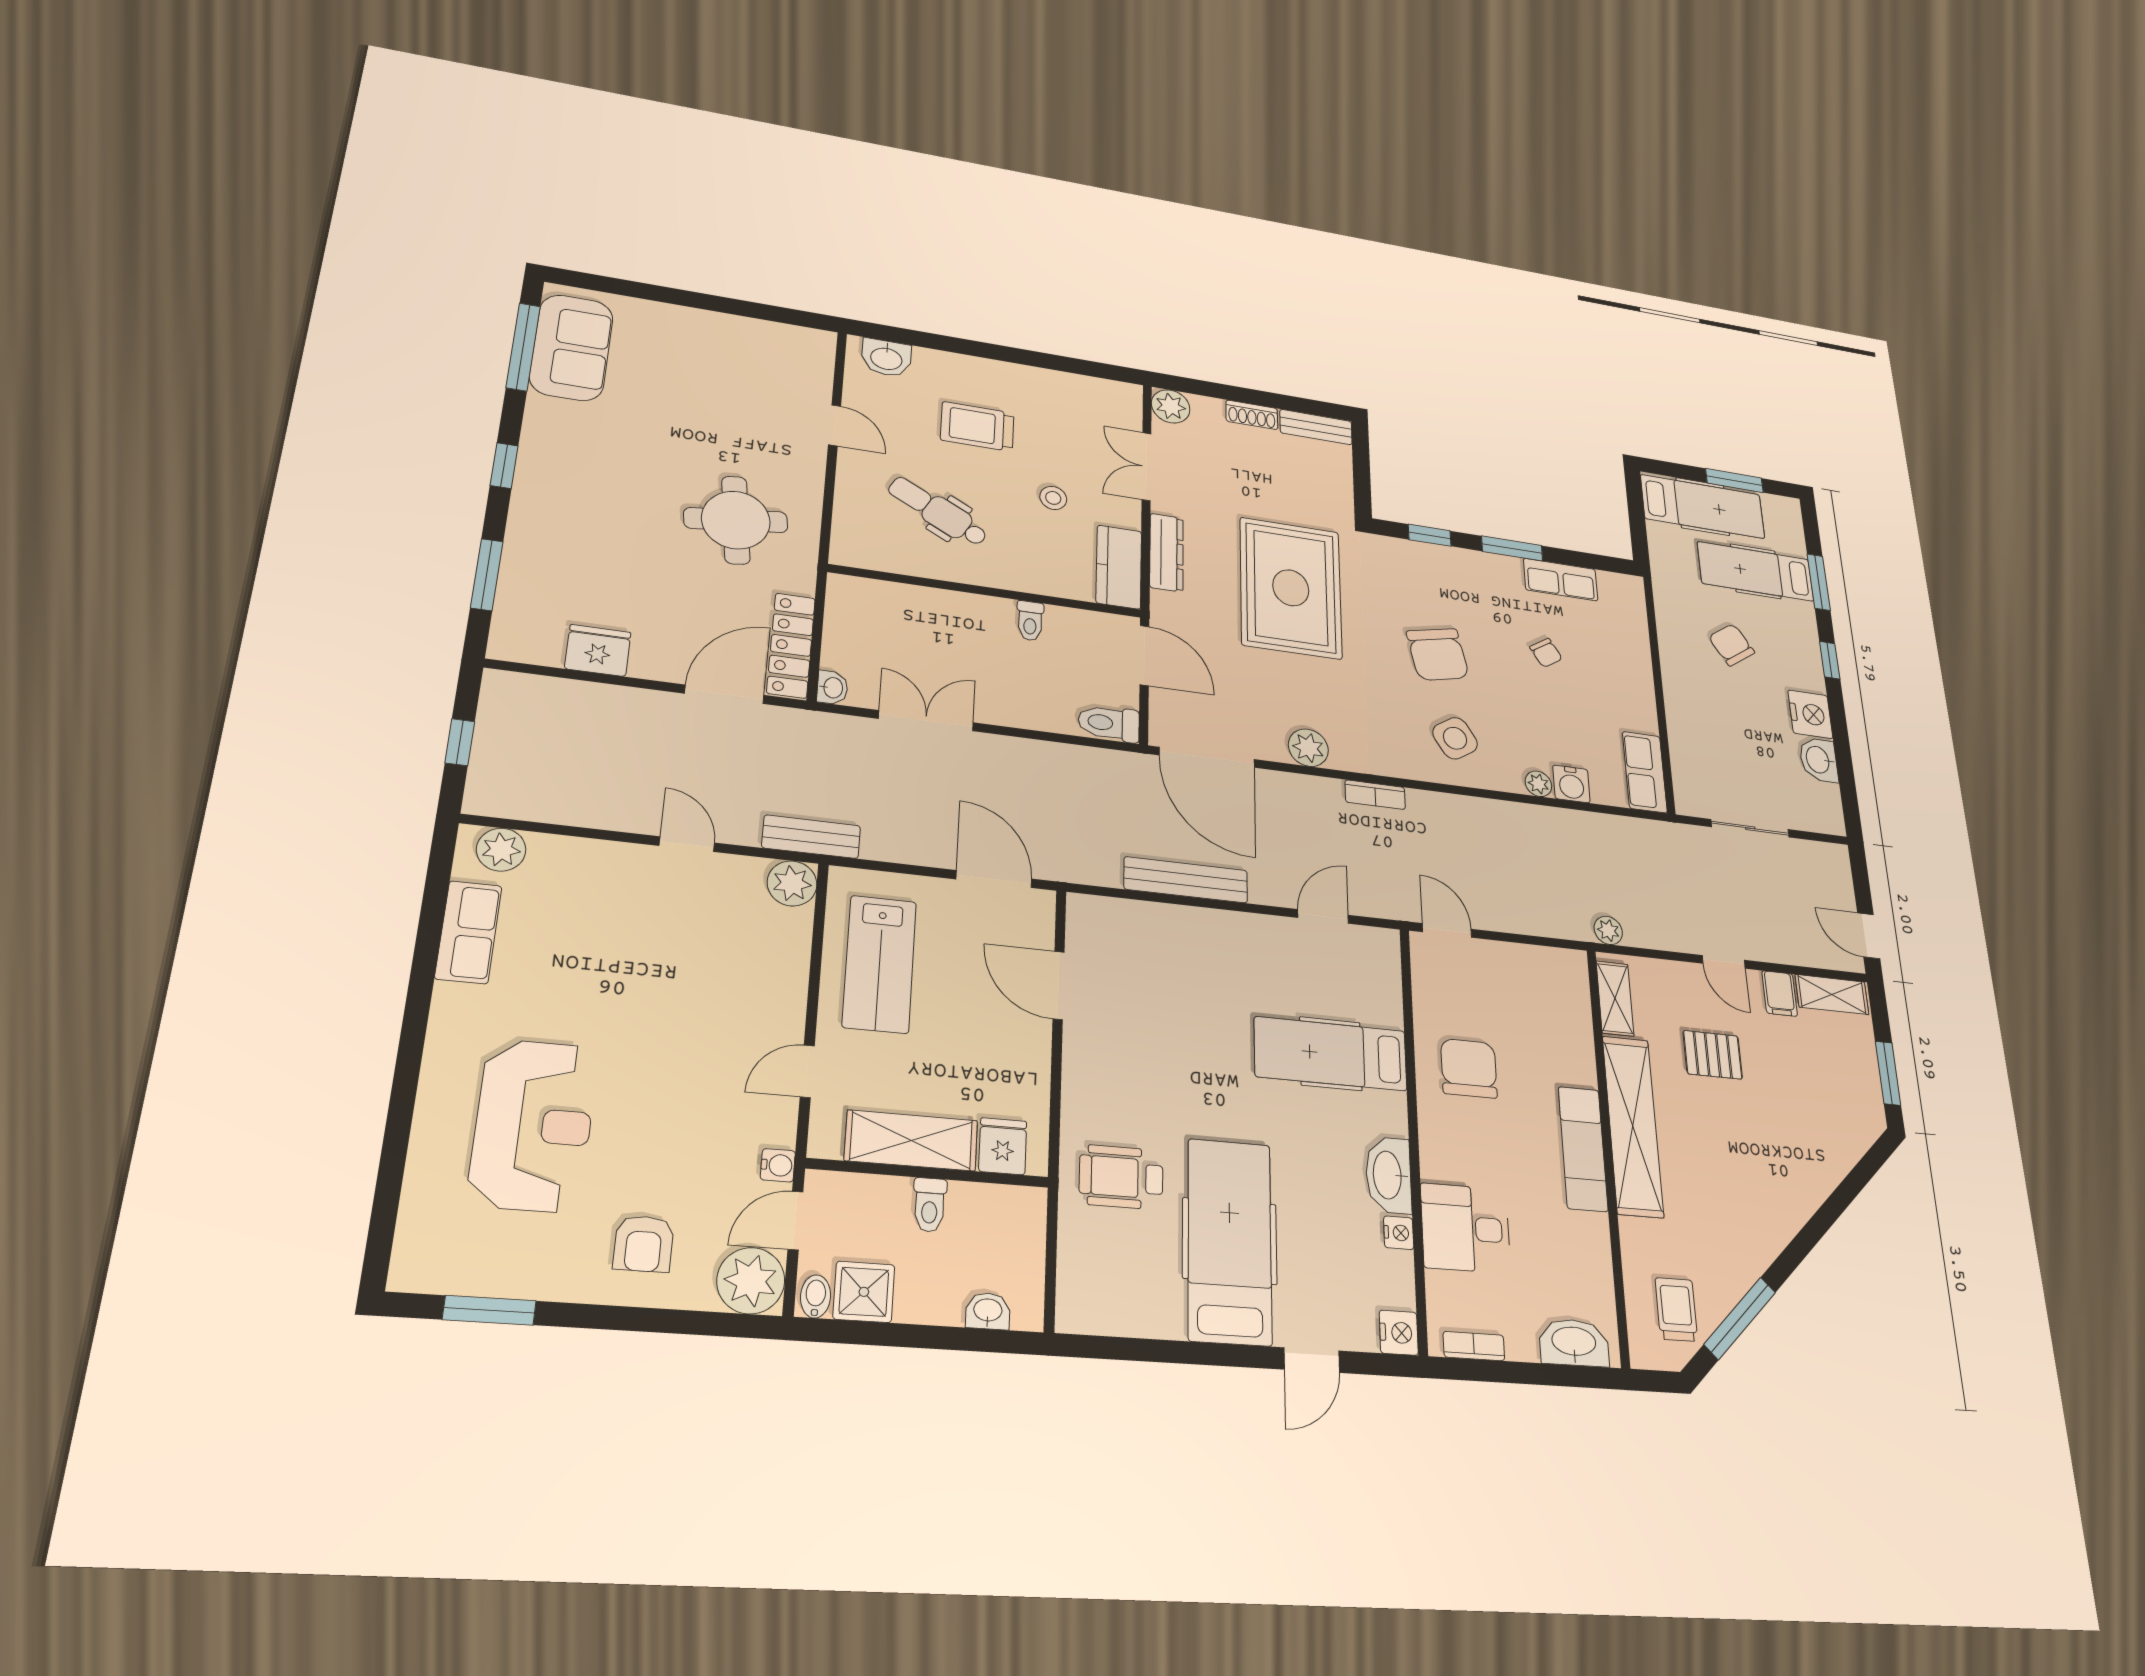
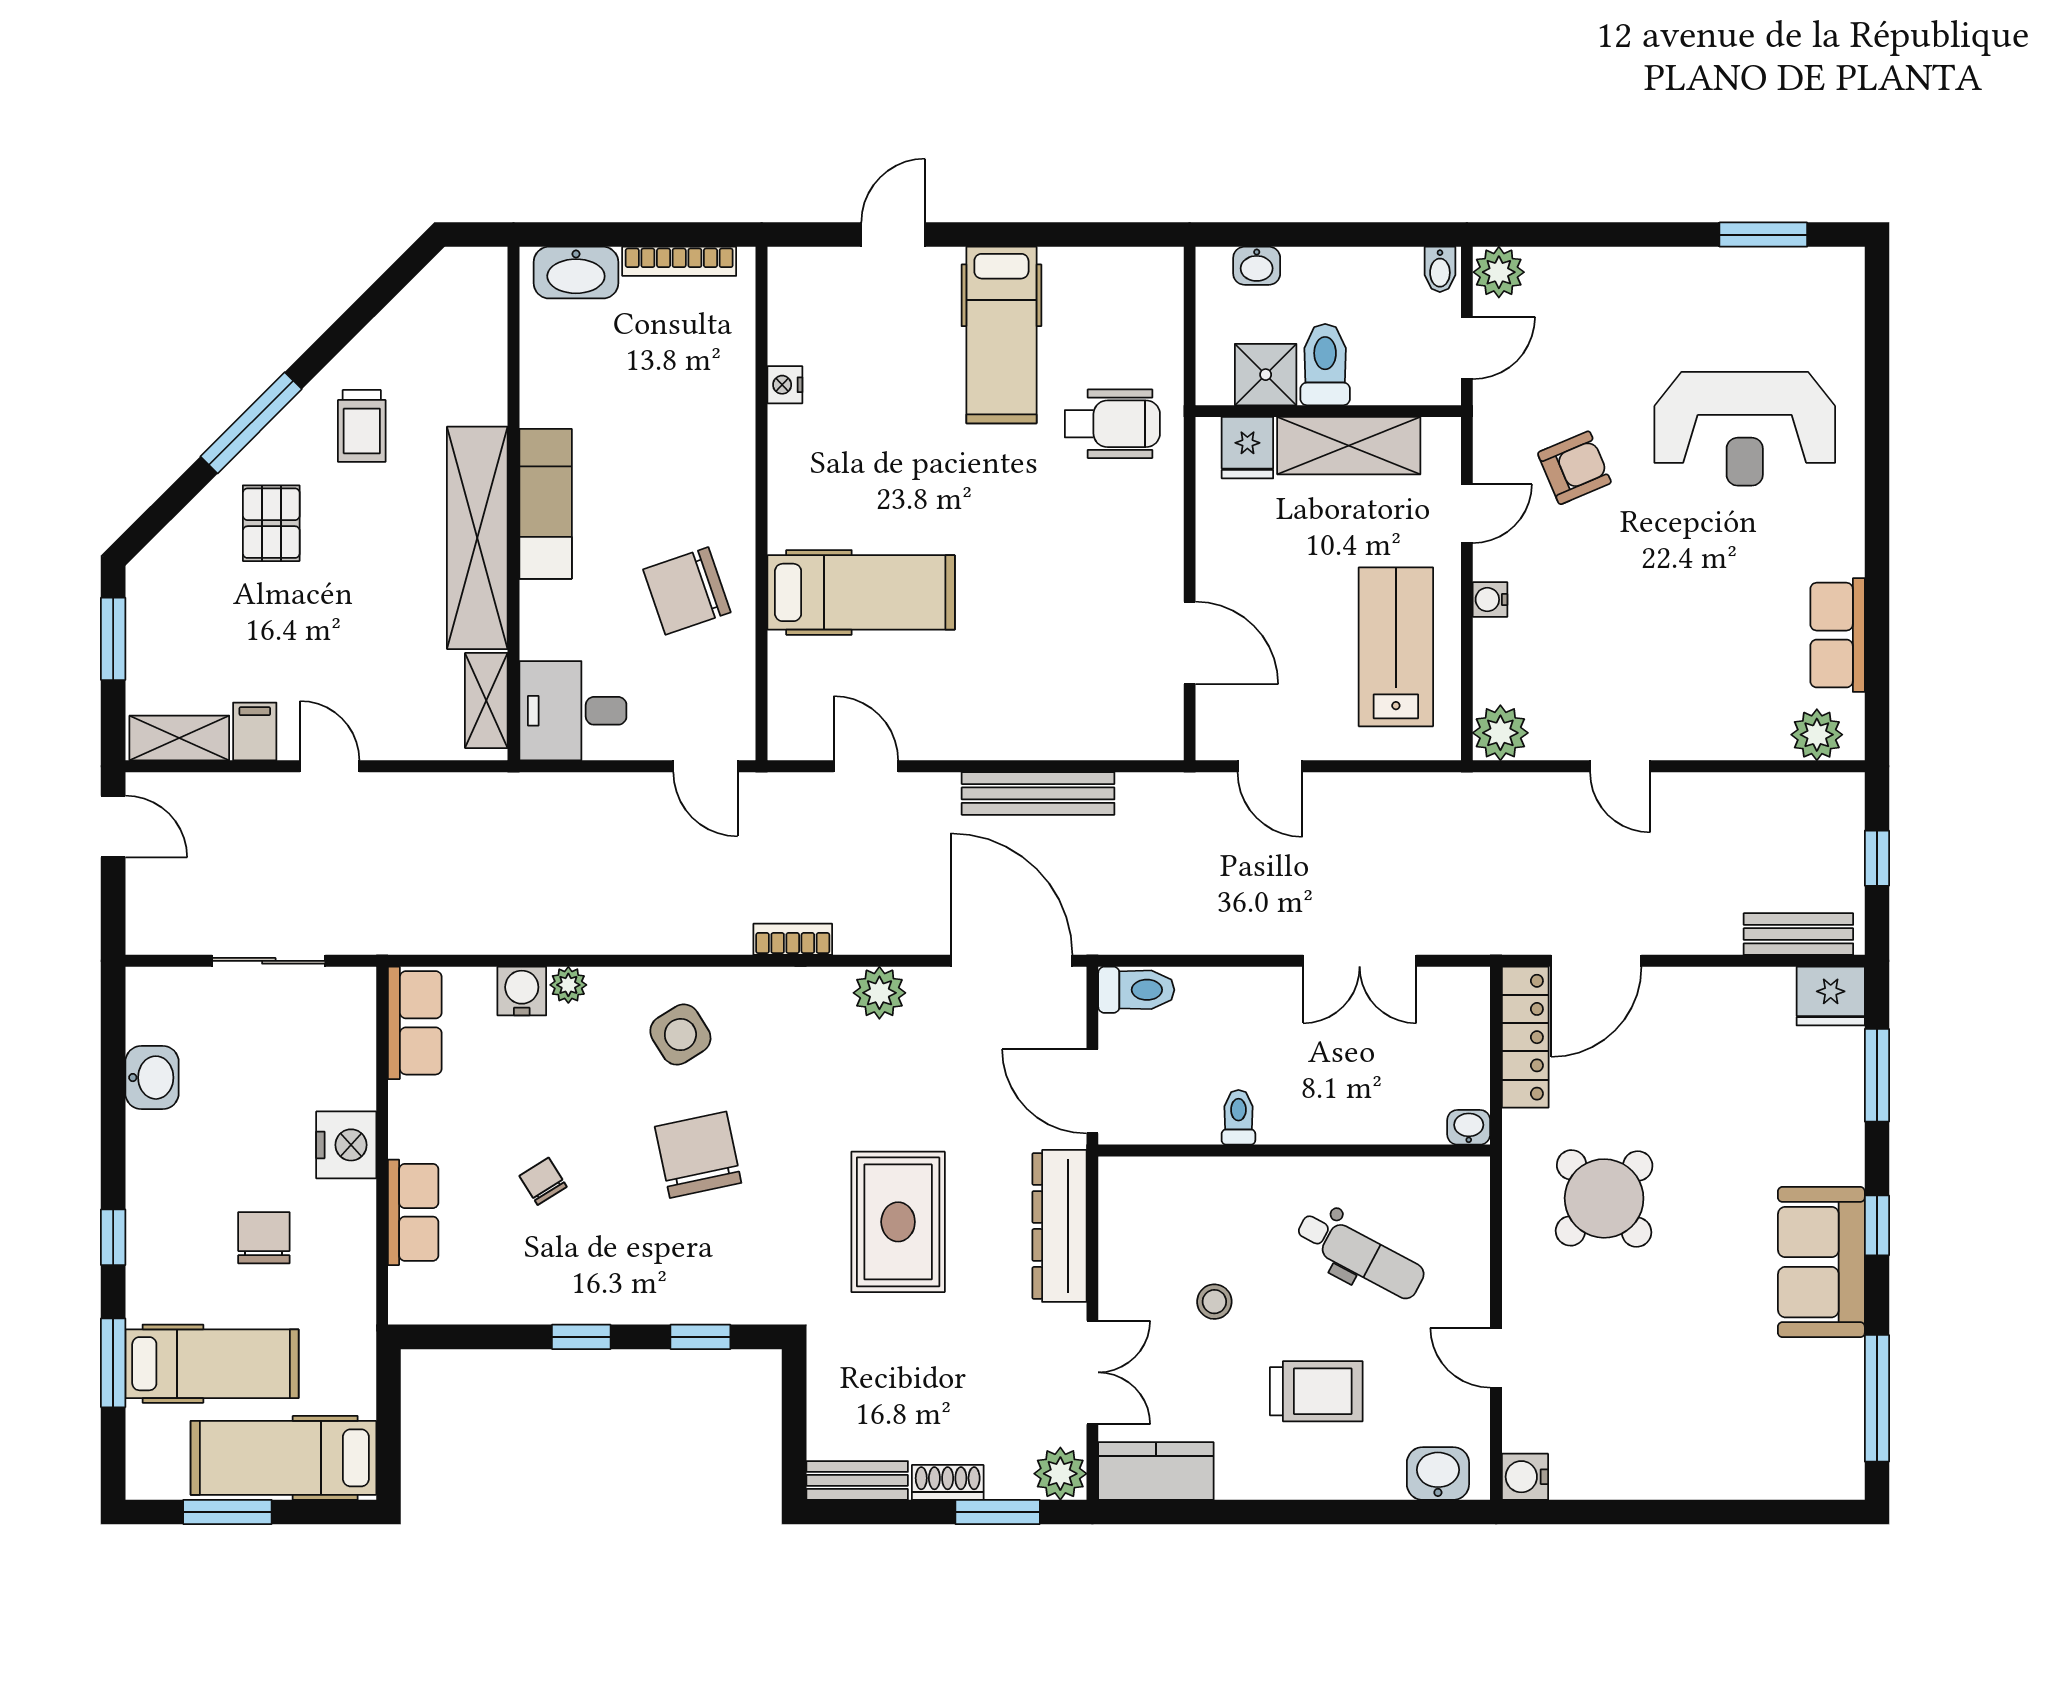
water cooler: (818, 344) -> (1525, 1477), added
sofa: (571, 348) -> (1821, 1262), moved
window: (1216, 390) -> (998, 1512), added
round table: (736, 520) -> (1604, 1198), turned -37
window: (1512, 548) -> (581, 1337), width x0.67
dresser: (1166, 553) -> (1059, 1226), width x1.37, depth x1.24
kitchen counter: (1119, 567) -> (1156, 1471), moved, turned -90
row of seats: (1561, 580) -> (413, 1212), moved, turned 90
rug: (1291, 588) -> (898, 1222), width x0.73, depth x0.69
chair: (1732, 645) -> (264, 1238), turned -146
fridge: (598, 650) -> (1831, 996), moved
washbasin: (832, 688) -> (1469, 1127), moved, turned 90
nightstand: (1810, 714) -> (346, 1145), moved, turned 180
bench: (811, 837) -> (1798, 934), moved
door: (994, 879) -> (1270, 766), width x0.73
door: (1323, 916) -> (866, 766), swing flipped
plant: (1608, 930) -> (487, 791), removed
pallet: (1713, 1055) -> (271, 523), moved, turned 90
chair: (1469, 1068) -> (687, 591), turned 71
reception desk: (533, 1125) -> (1745, 429), turned -90
water cooler: (778, 1165) -> (1490, 600), moved
washbasin: (1389, 1175) -> (795, 452), removed
toilet: (930, 1205) -> (1325, 365), width x1.37, depth x1.39
desk: (1466, 1228) -> (573, 711), moved, turned 180
hospital bed: (1230, 1241) -> (1001, 335), width x0.73, depth x0.78
armchair: (644, 1244) -> (1574, 468), moved, turned 67
plant: (751, 1281) -> (1499, 272), width x0.73, depth x0.73
shower: (864, 1292) -> (1266, 375), moved
trolley: (1676, 1309) -> (362, 426), moved
window: (1740, 1318) -> (251, 423), moved
nightstand: (1399, 1333) -> (790, 271), removed
bookcase: (1474, 1346) -> (679, 261), width x1.56

